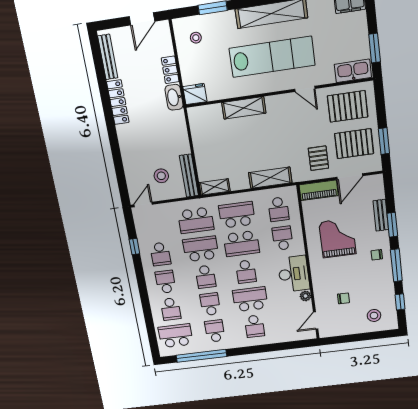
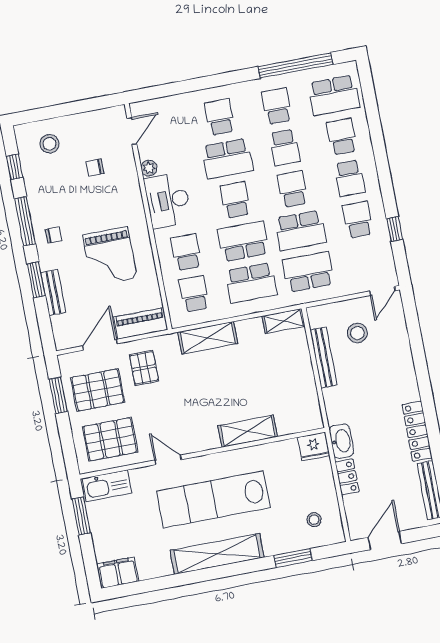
bench: (189, 176) -> (324, 357), moved
school desk: (283, 238) -> (186, 252), turned 180
school desk: (215, 331) -> (277, 106), turned 180

